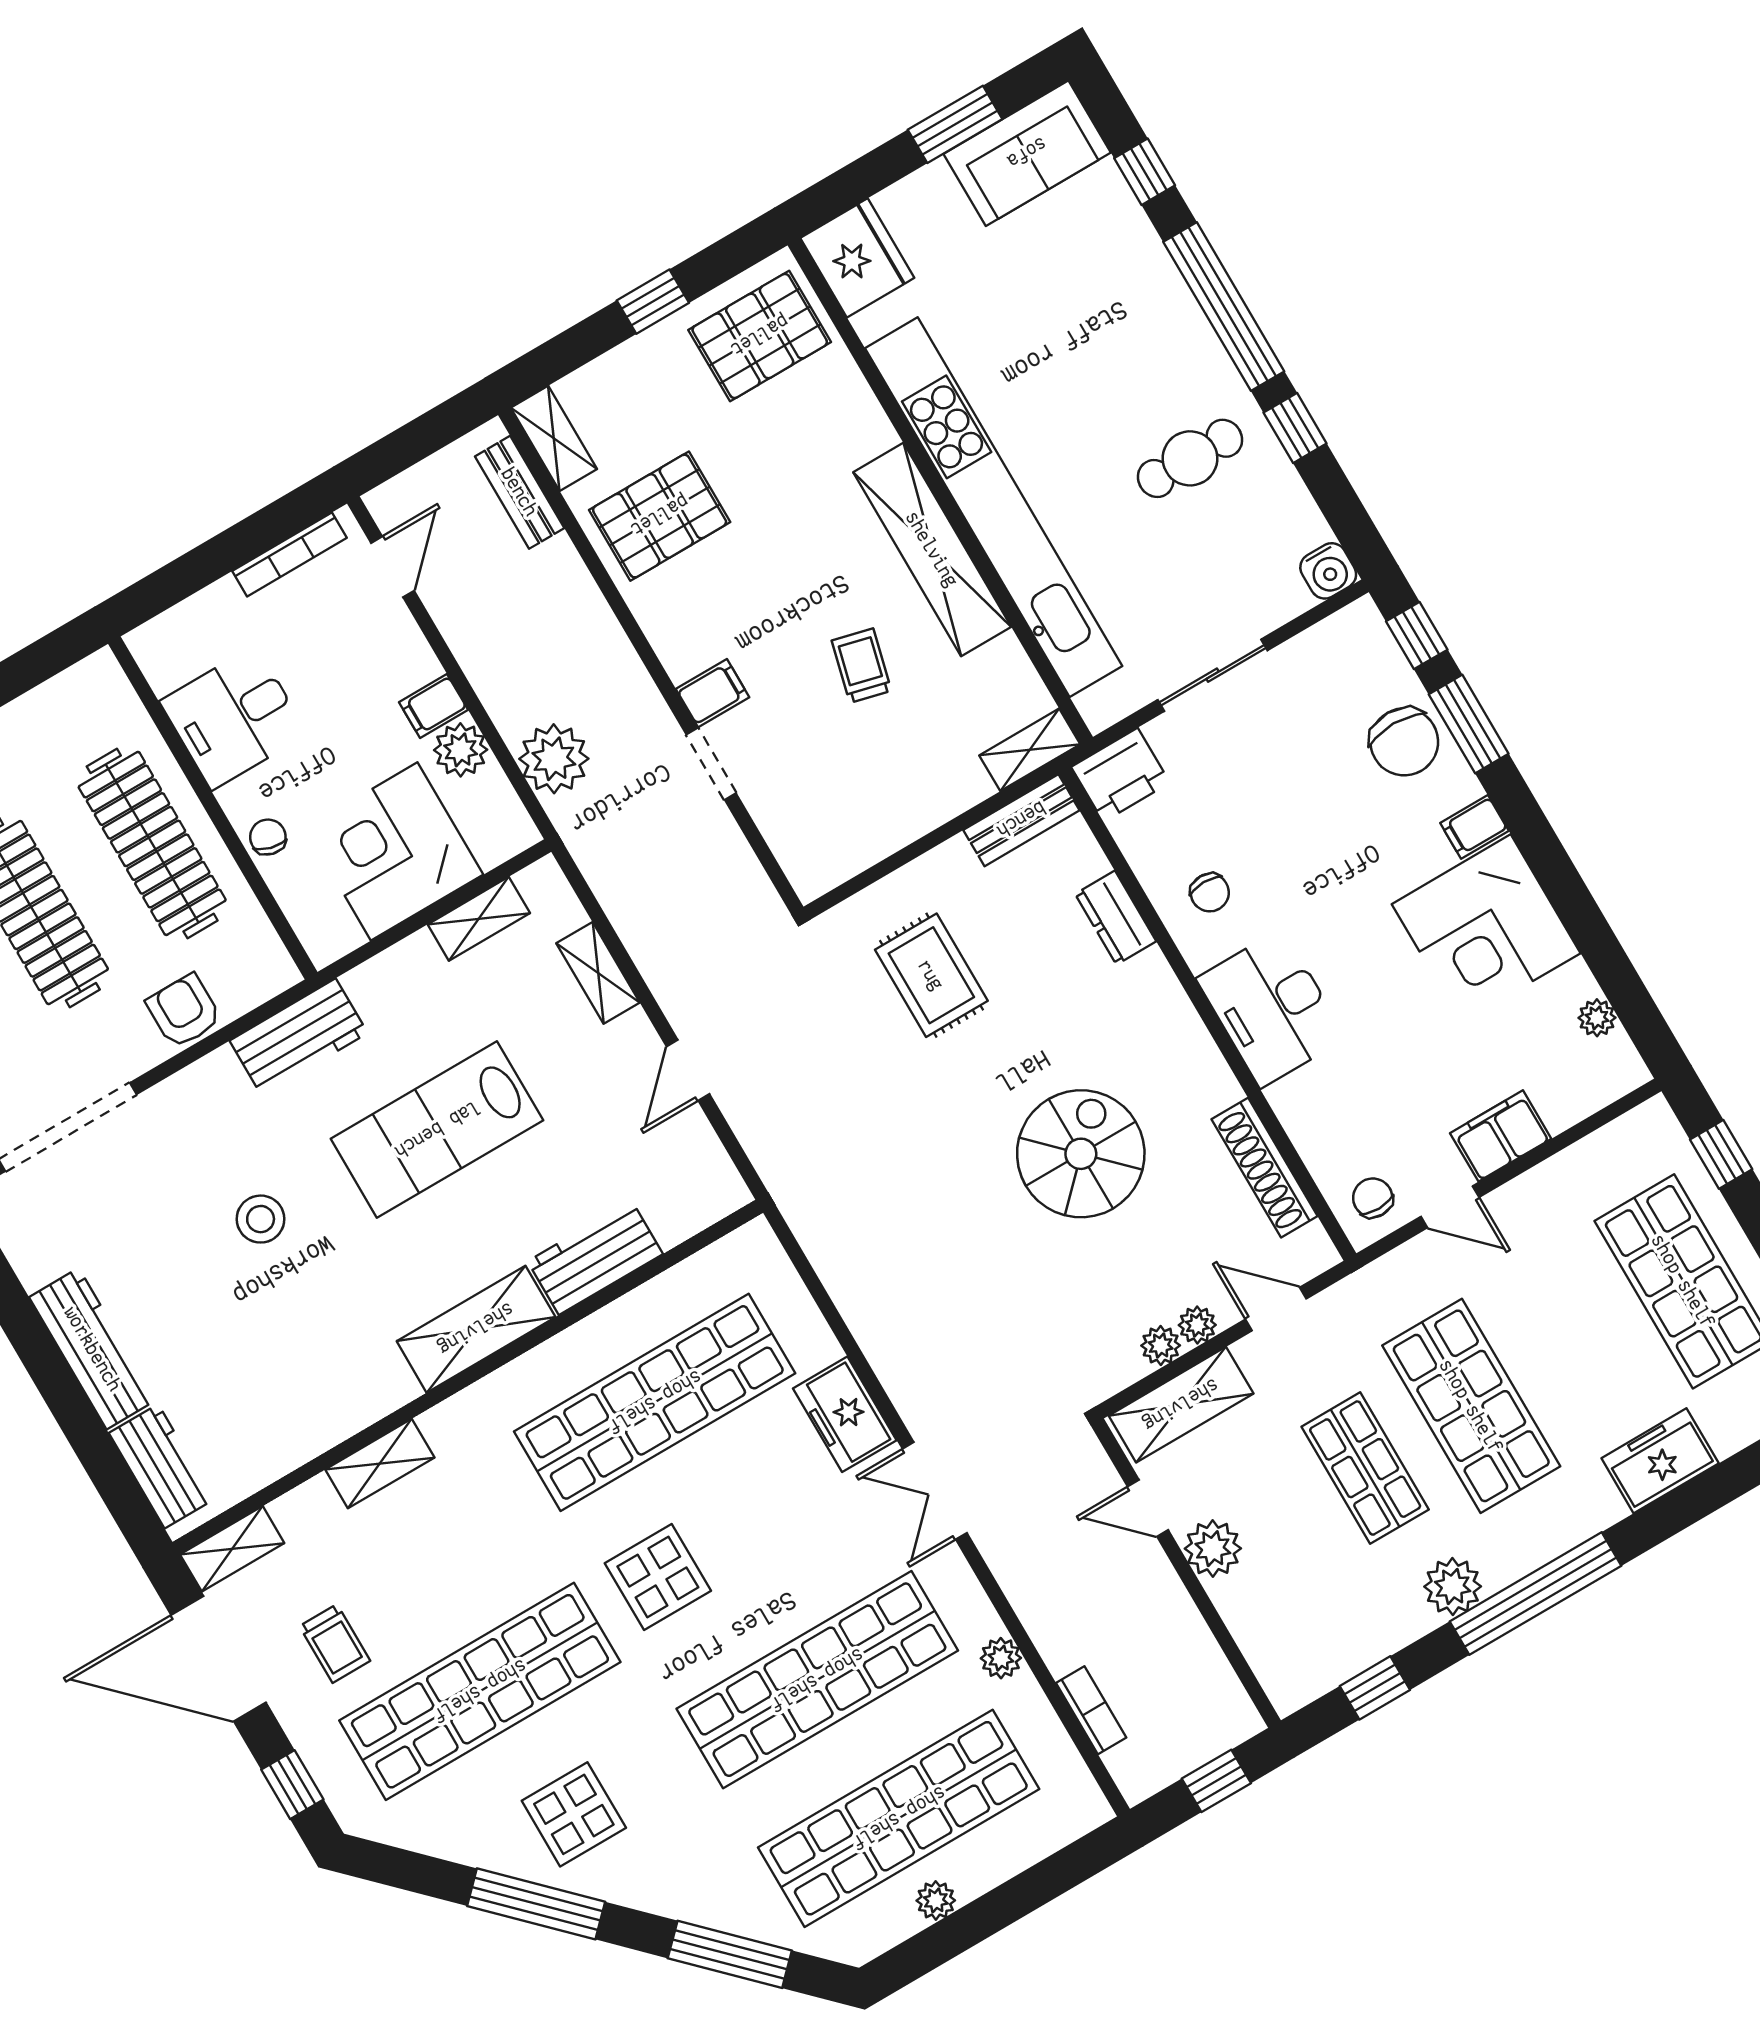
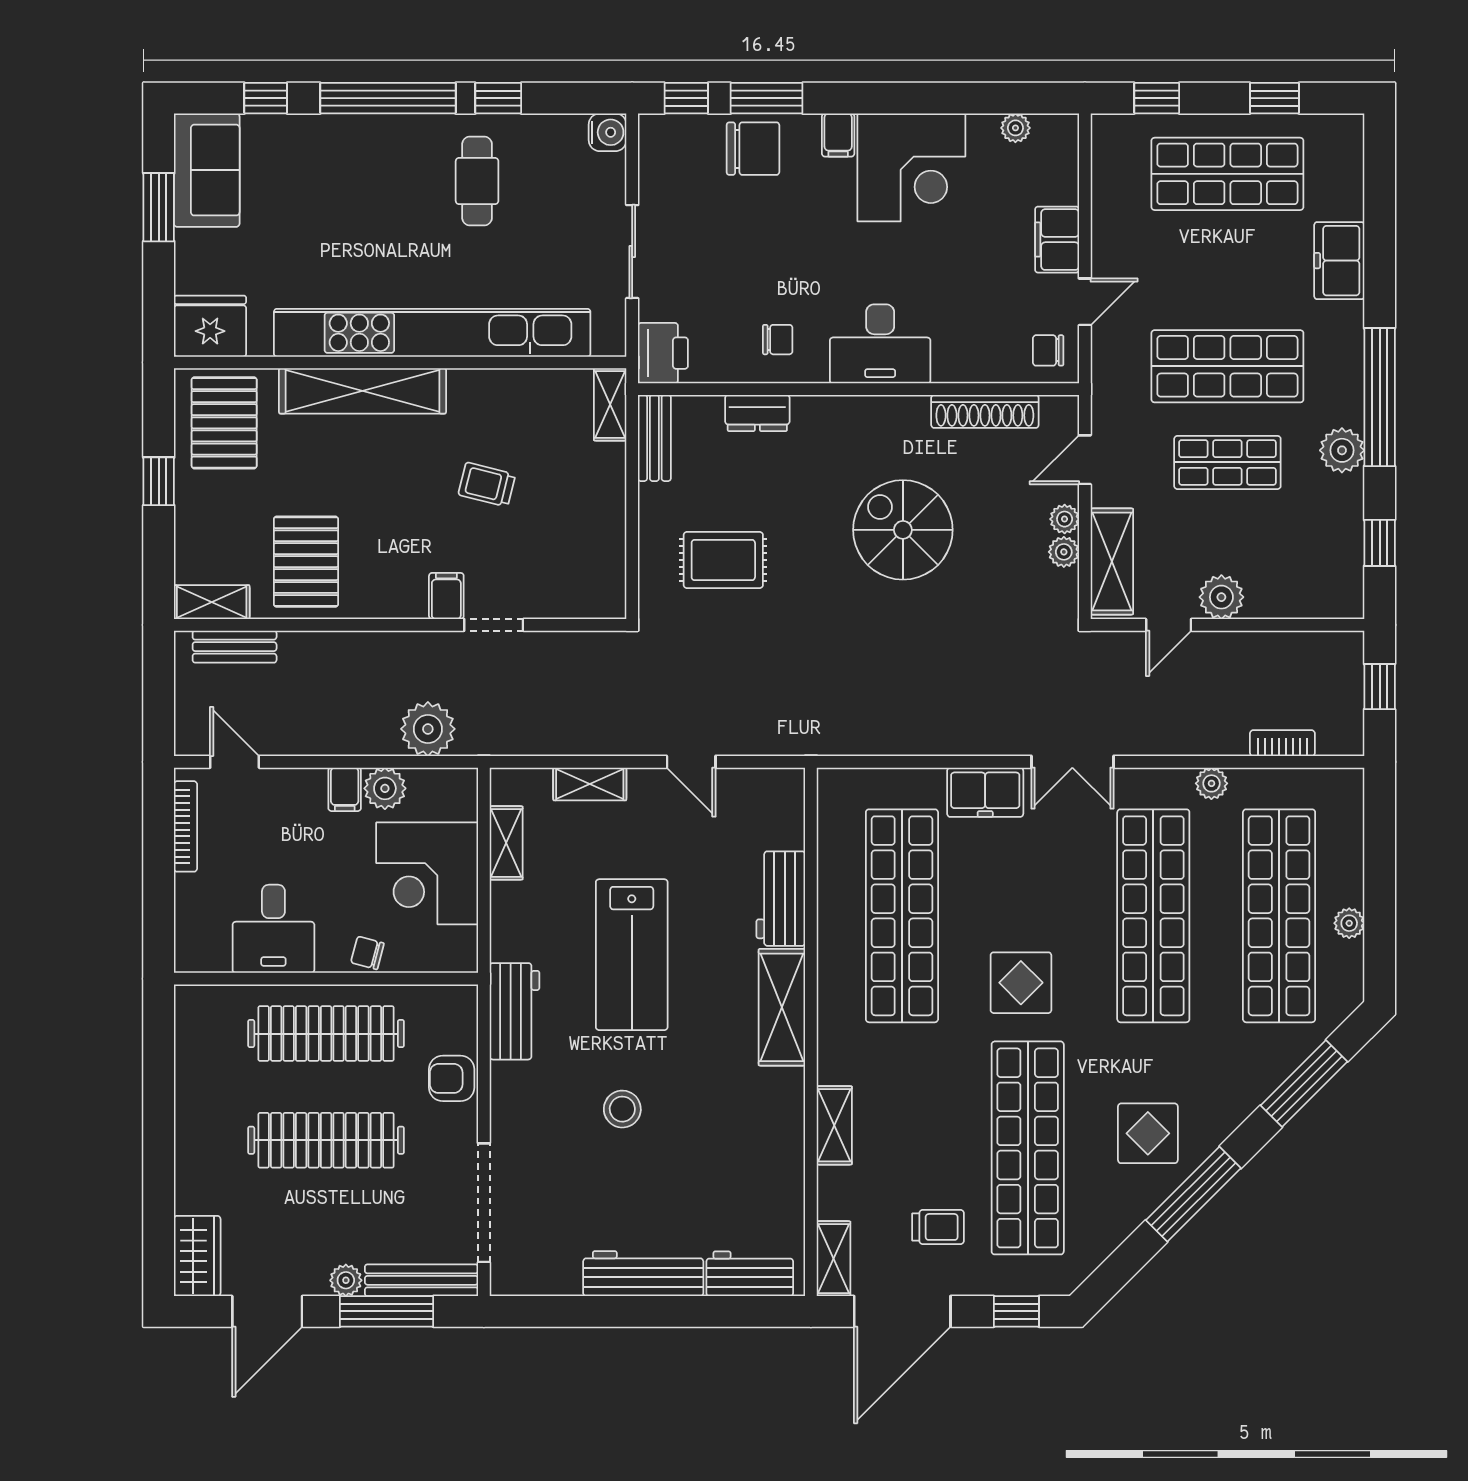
shelving: (932, 549) -> (362, 391), moved

